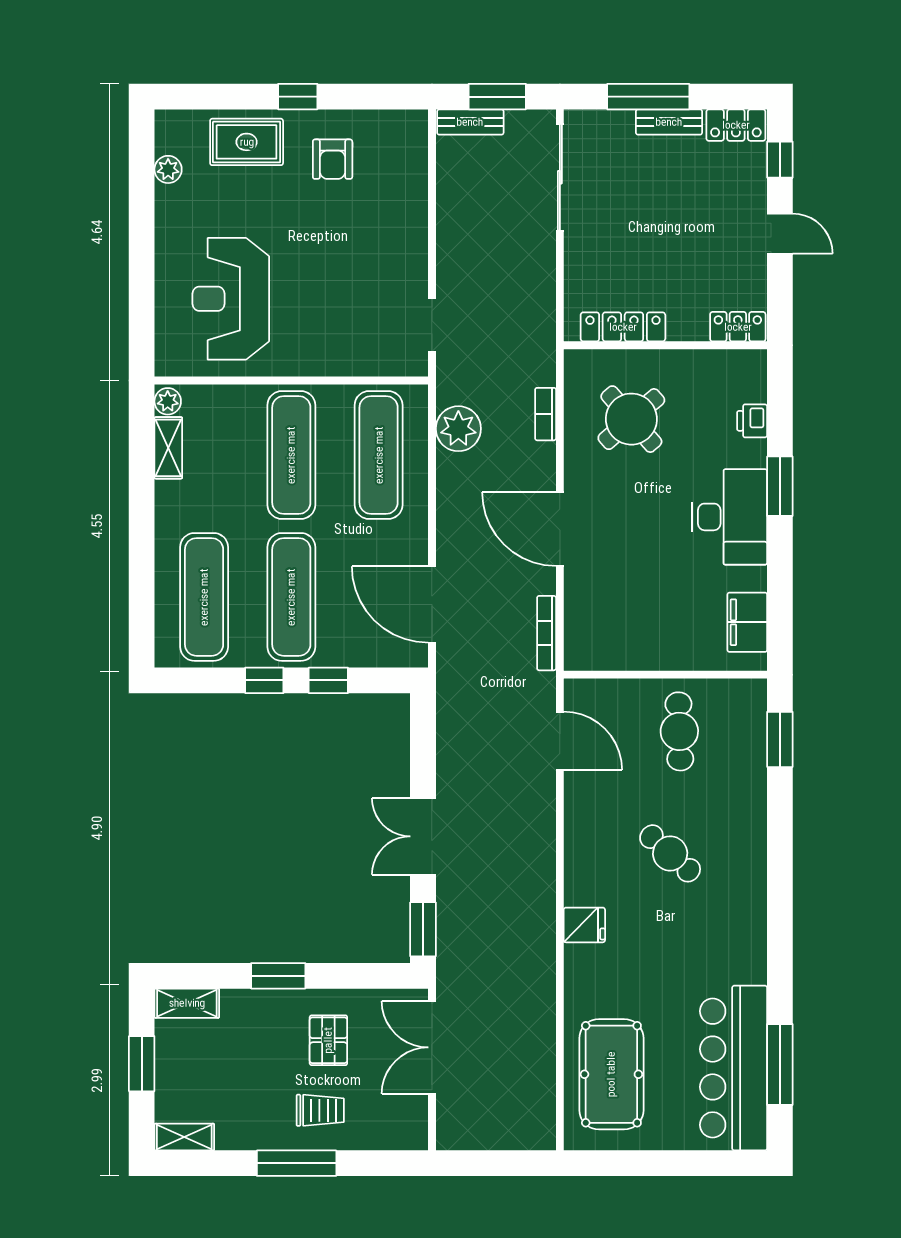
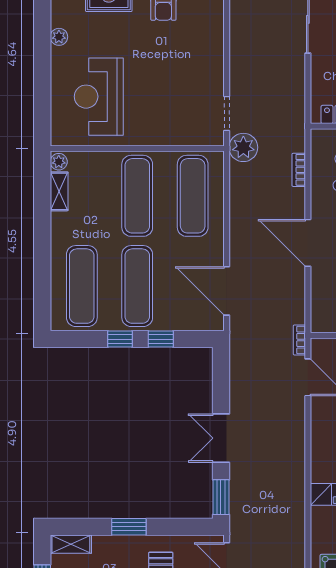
plant: (168, 169) -> (59, 37), moved
plant: (458, 429) -> (243, 147), moved
bookcase: (547, 633) -> (299, 340), moved, width x0.64

